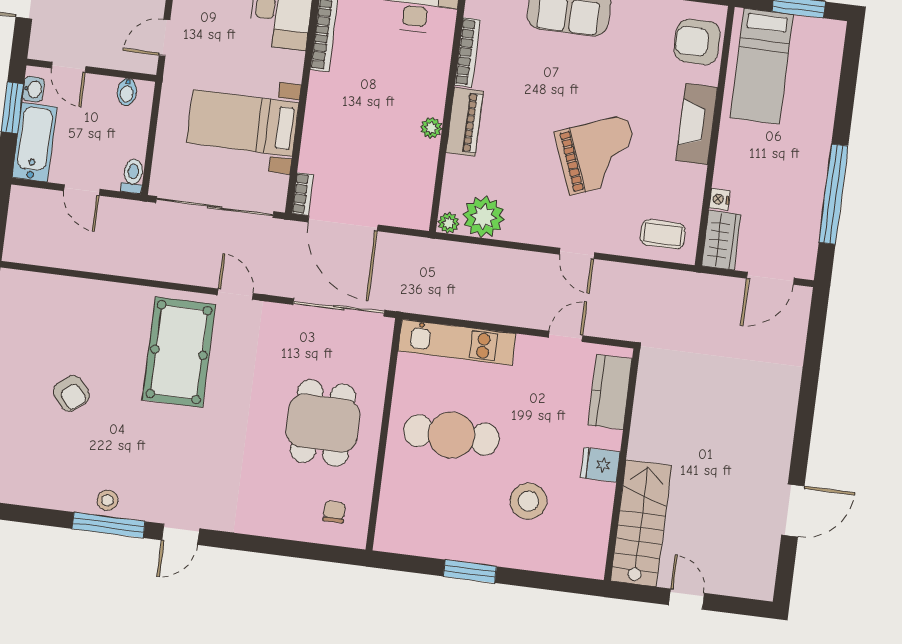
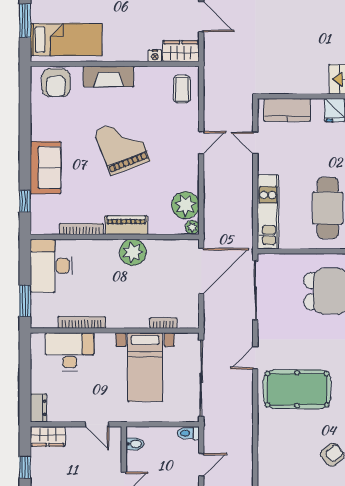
plant: (431, 128) -> (133, 252), width x1.87, depth x1.87
grand piano: (598, 155) -> (122, 146), moved
bookcase: (303, 194) -> (163, 323), moved
door: (343, 223) -> (201, 271), moved

